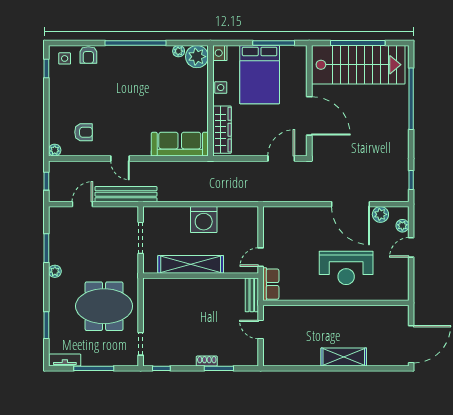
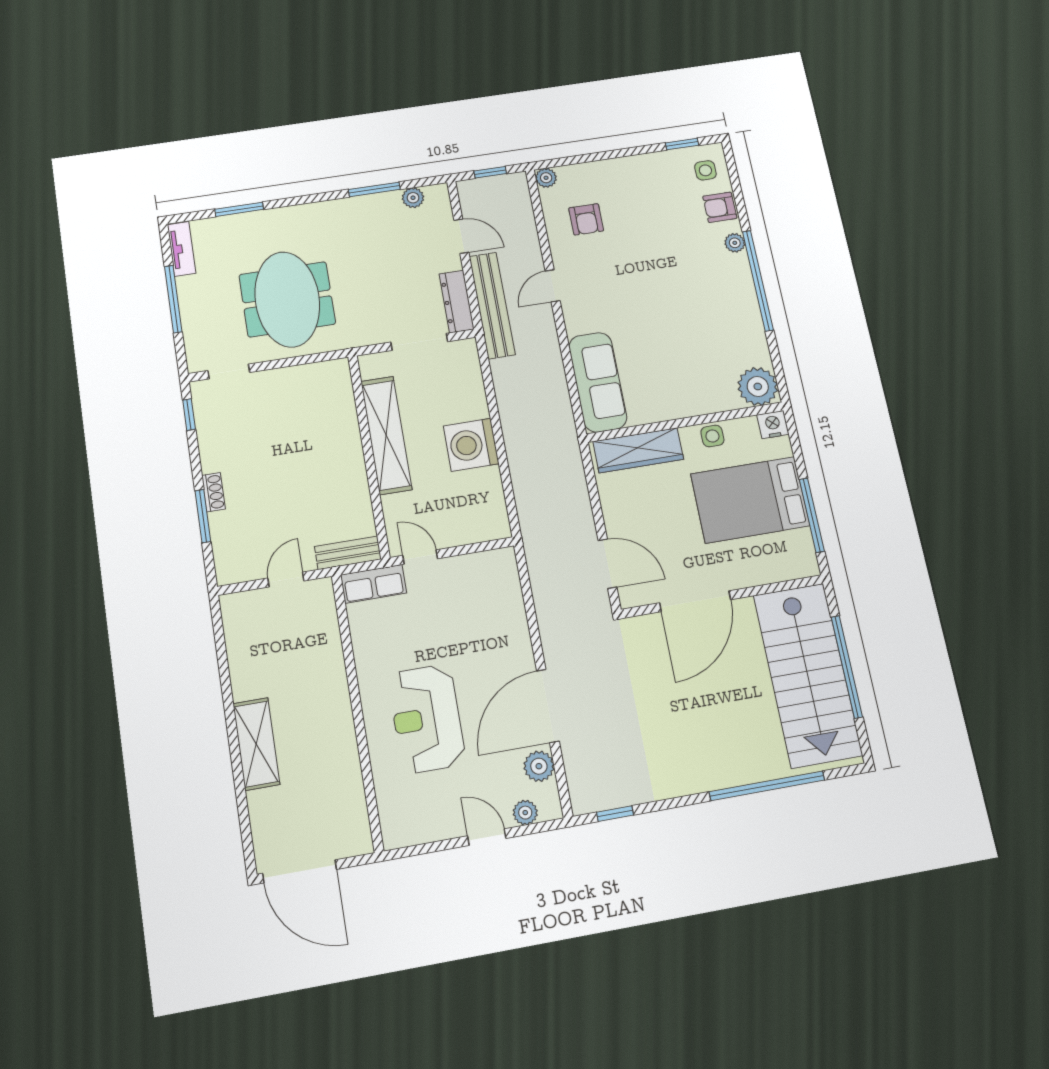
plant: (179, 51) -> (735, 243), moved
dresser: (120, 213) -> (457, 301), added
plant: (55, 271) -> (413, 198), moved

